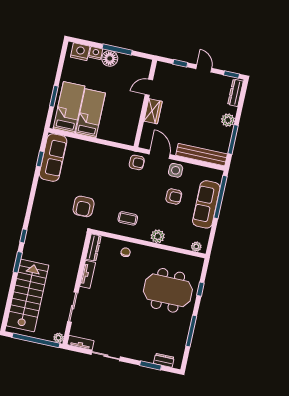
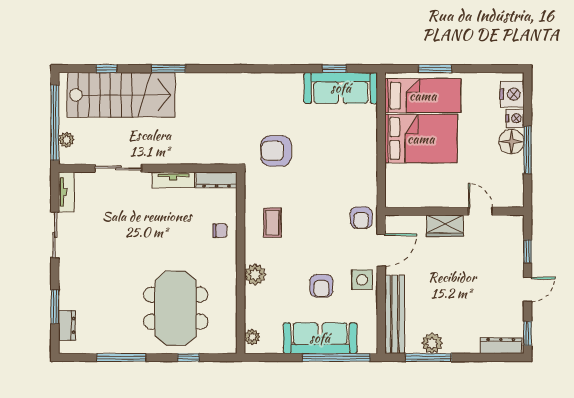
bed: (90, 113) -> (421, 139), width x1.50
plant: (228, 120) -> (432, 343), moved
window: (23, 236) -> (106, 69), moved
plant: (59, 338) -> (66, 140), moved

